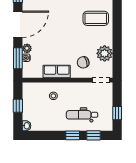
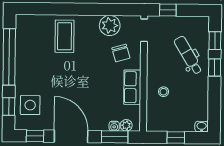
plant: (27, 48) -> (126, 125), moved
window: (117, 113) -> (168, 10), moved
dental chair: (82, 115) -> (188, 55), turned 149

